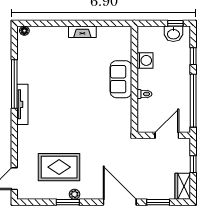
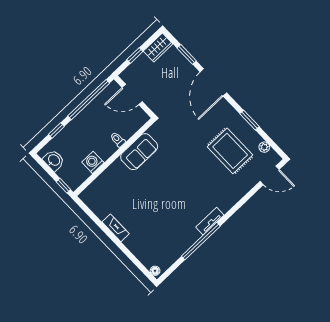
window: (175, 23) -> (63, 186), moved
sofa: (121, 79) -> (139, 152), moved
tv unit: (22, 104) -> (210, 221), width x0.71
plant: (74, 194) -> (264, 147), moved

